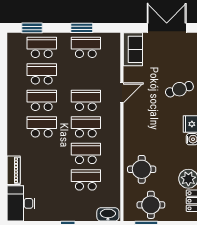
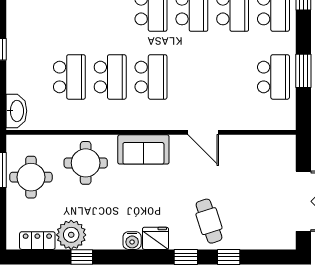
sofa: (133, 49) -> (143, 149), moved
school desk: (86, 100) -> (192, 77), removed

